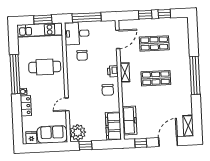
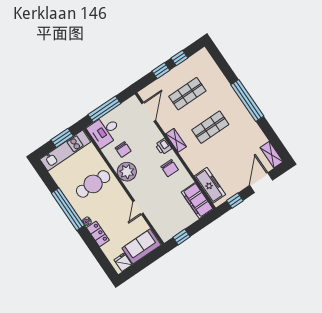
plant: (78, 132) -> (127, 172), moved

